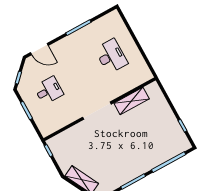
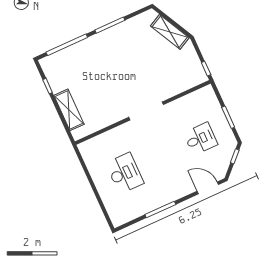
desk: (111, 56) -> (125, 173), turned 180
desk: (49, 91) -> (201, 139), turned 180
shelving: (132, 101) -> (69, 110), moved, turned 90

